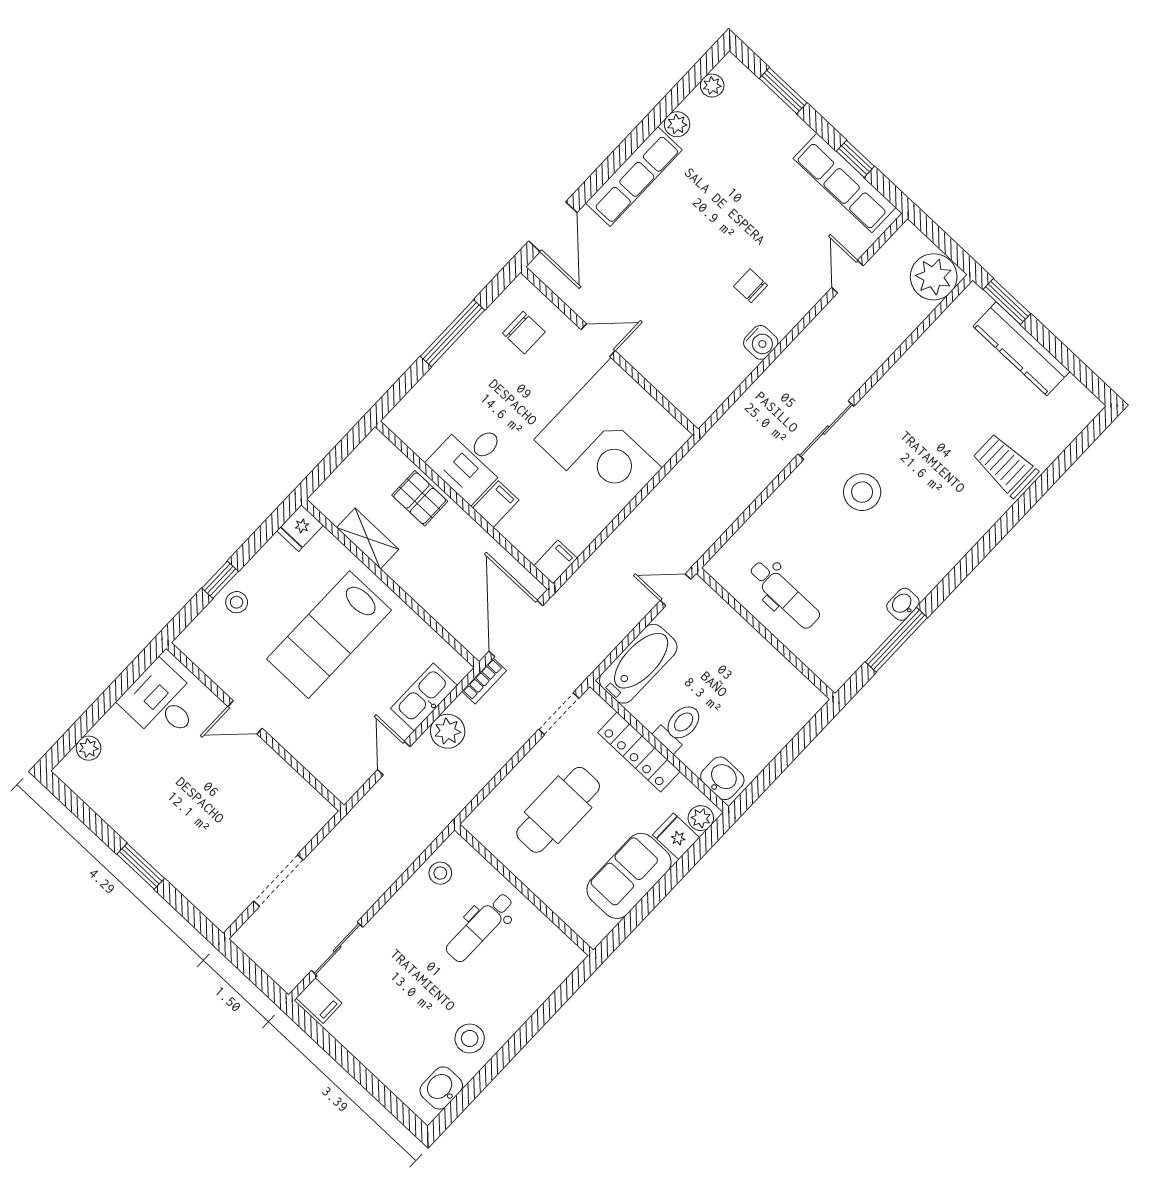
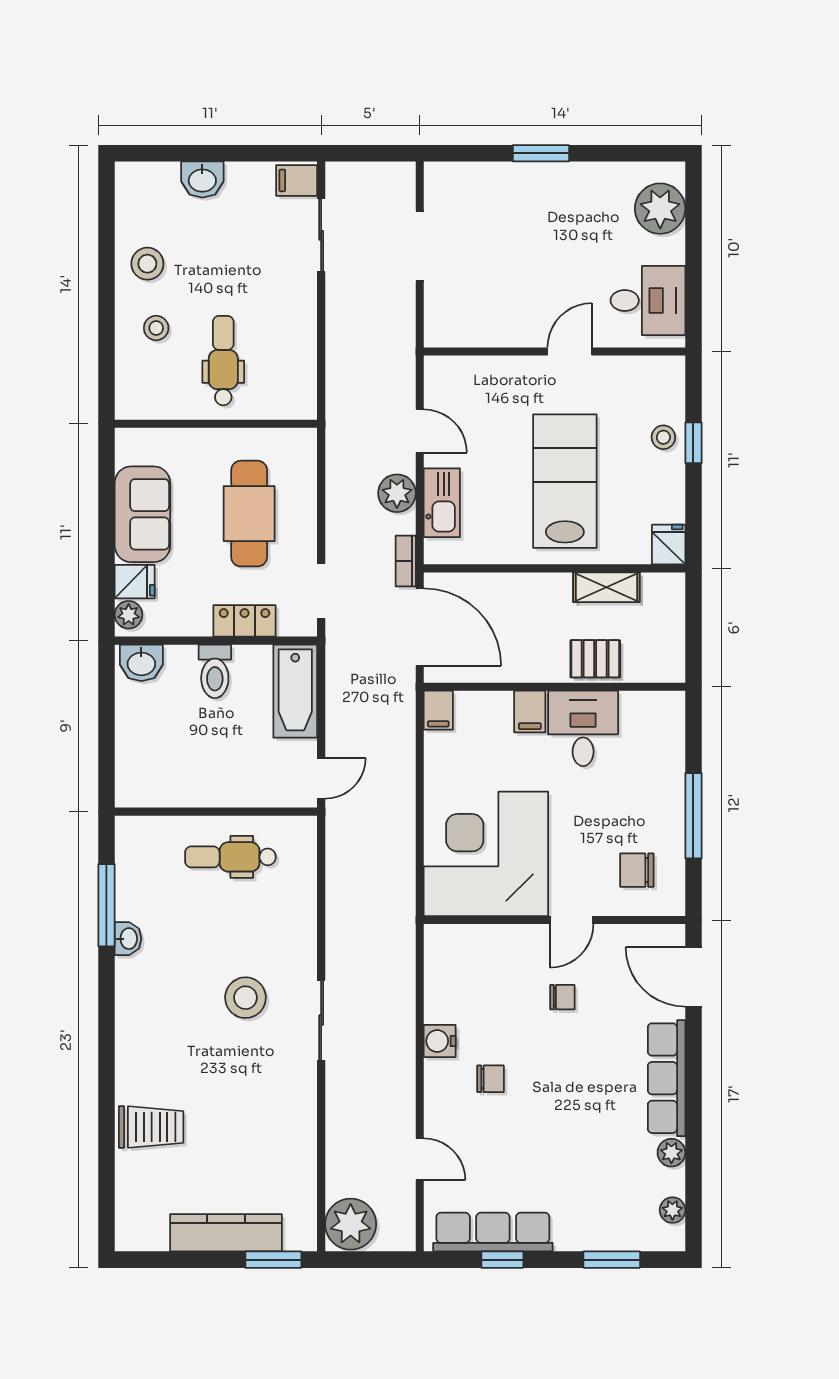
chair: (652, 295) -> (562, 997), added
plant: (89, 748) -> (660, 209), width x1.88, depth x1.88
locker: (639, 752) -> (244, 621), width x0.66
stool: (440, 873) -> (156, 328), moved
washbasin: (441, 1088) -> (202, 179), moved, turned 90

